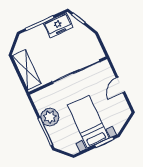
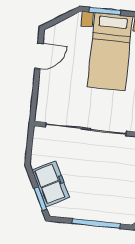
freezer: (58, 25) -> (51, 184), moved, turned 63
door: (121, 85) -> (39, 56), moved

